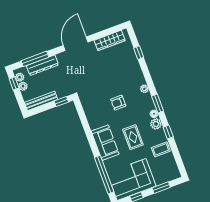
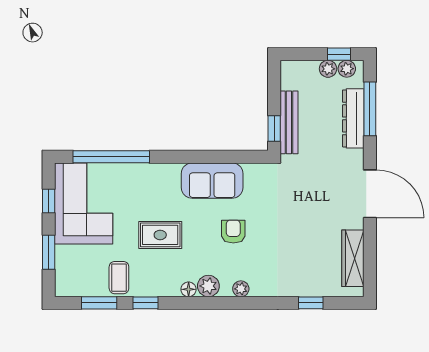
bench: (41, 101) -> (289, 122), moved
window: (158, 104) -> (99, 303), moved
plant: (156, 124) -> (208, 286), moved
sofa: (105, 143) -> (212, 181), moved

